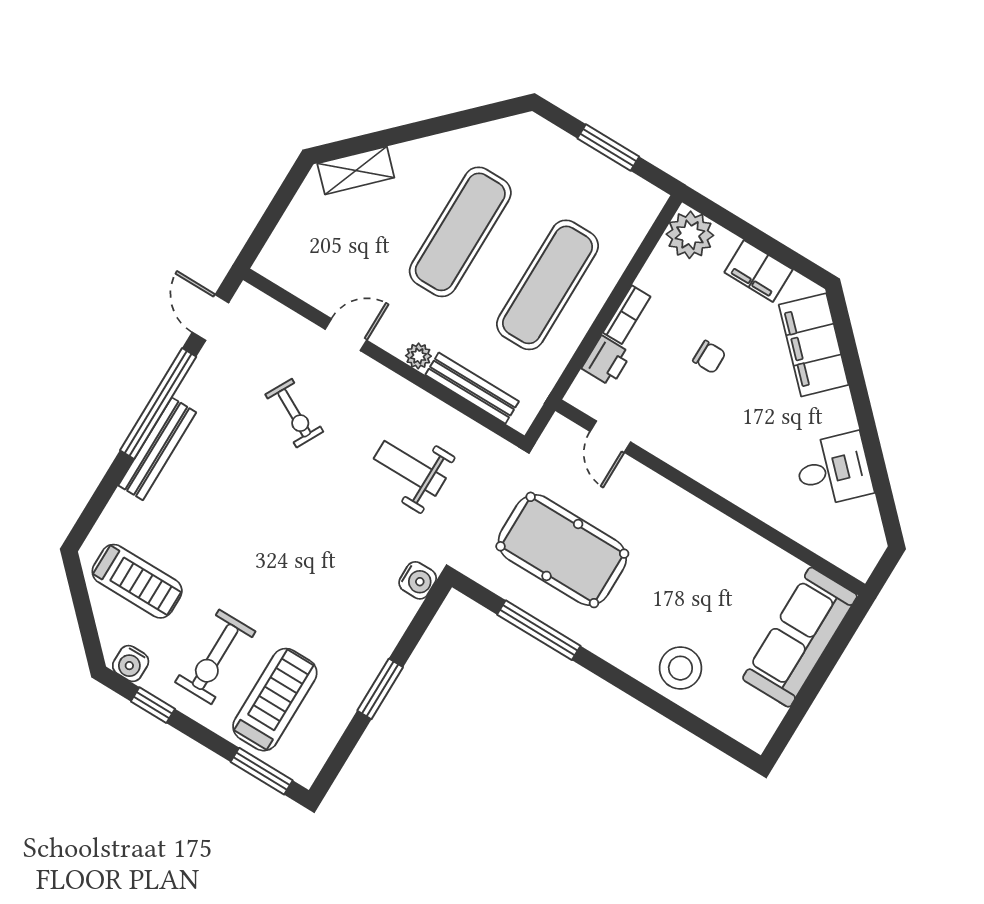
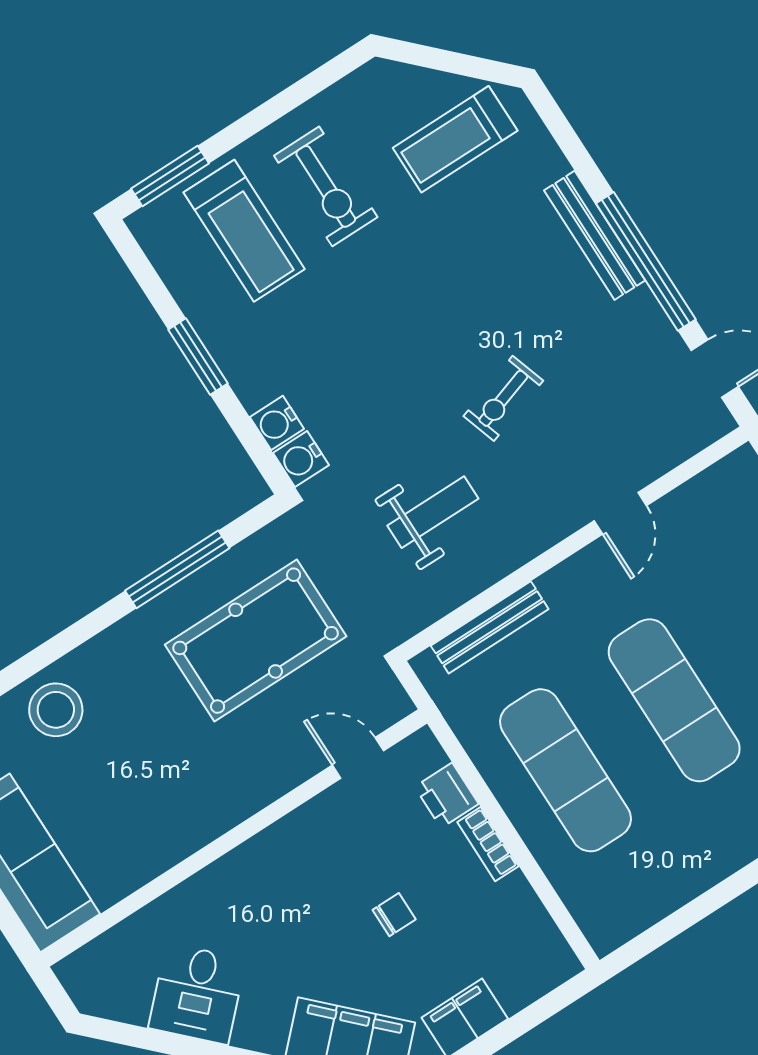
window: (608, 148) -> (688, 915), removed
plant: (690, 235) -> (544, 960), removed
plant: (418, 356) -> (556, 584), removed
chair: (709, 357) -> (394, 915), turned 180
exercise bike: (294, 413) -> (503, 398), moved, turned -46
exercise bike: (215, 657) -> (326, 186), turned 180
water cooler: (131, 663) -> (277, 423), moved, turned -90
window: (153, 705) -> (305, 89), removed

